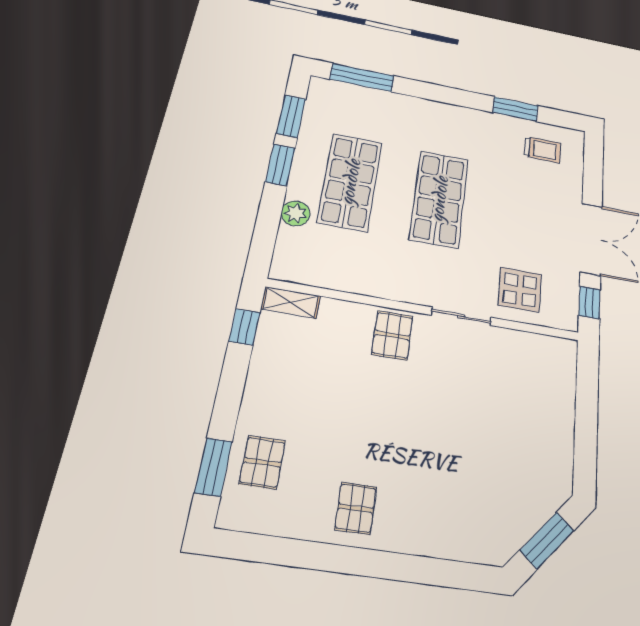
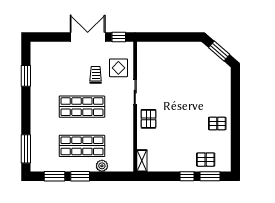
trolley: (542, 150) -> (96, 75), moved
window: (244, 327) -> (187, 176), moved
pallet: (392, 335) -> (148, 119), turned 90

